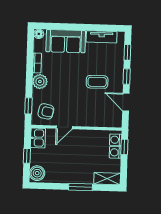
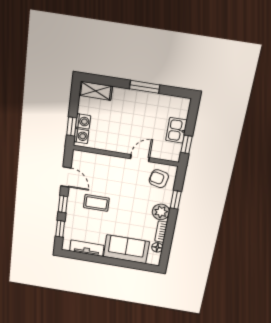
floor lamp: (39, 34) -> (157, 247), moved
window: (28, 106) -> (176, 200), moved
kitchen sink: (38, 138) -> (176, 130), moved
window: (27, 156) -> (187, 144), moved
boiler: (37, 173) -> (180, 108), removed
window: (80, 187) -> (145, 87), moved

